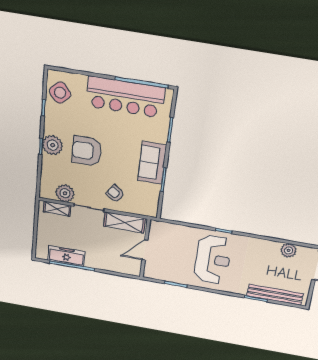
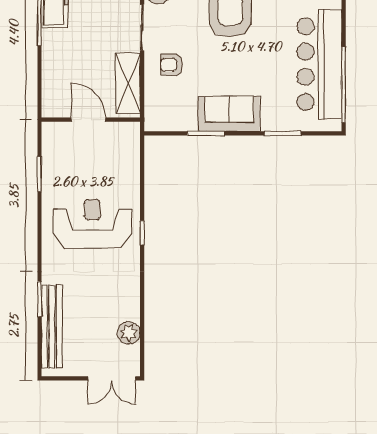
armchair: (115, 194) -> (172, 65), turned -124
reception desk: (213, 260) -> (92, 224), turned 180

